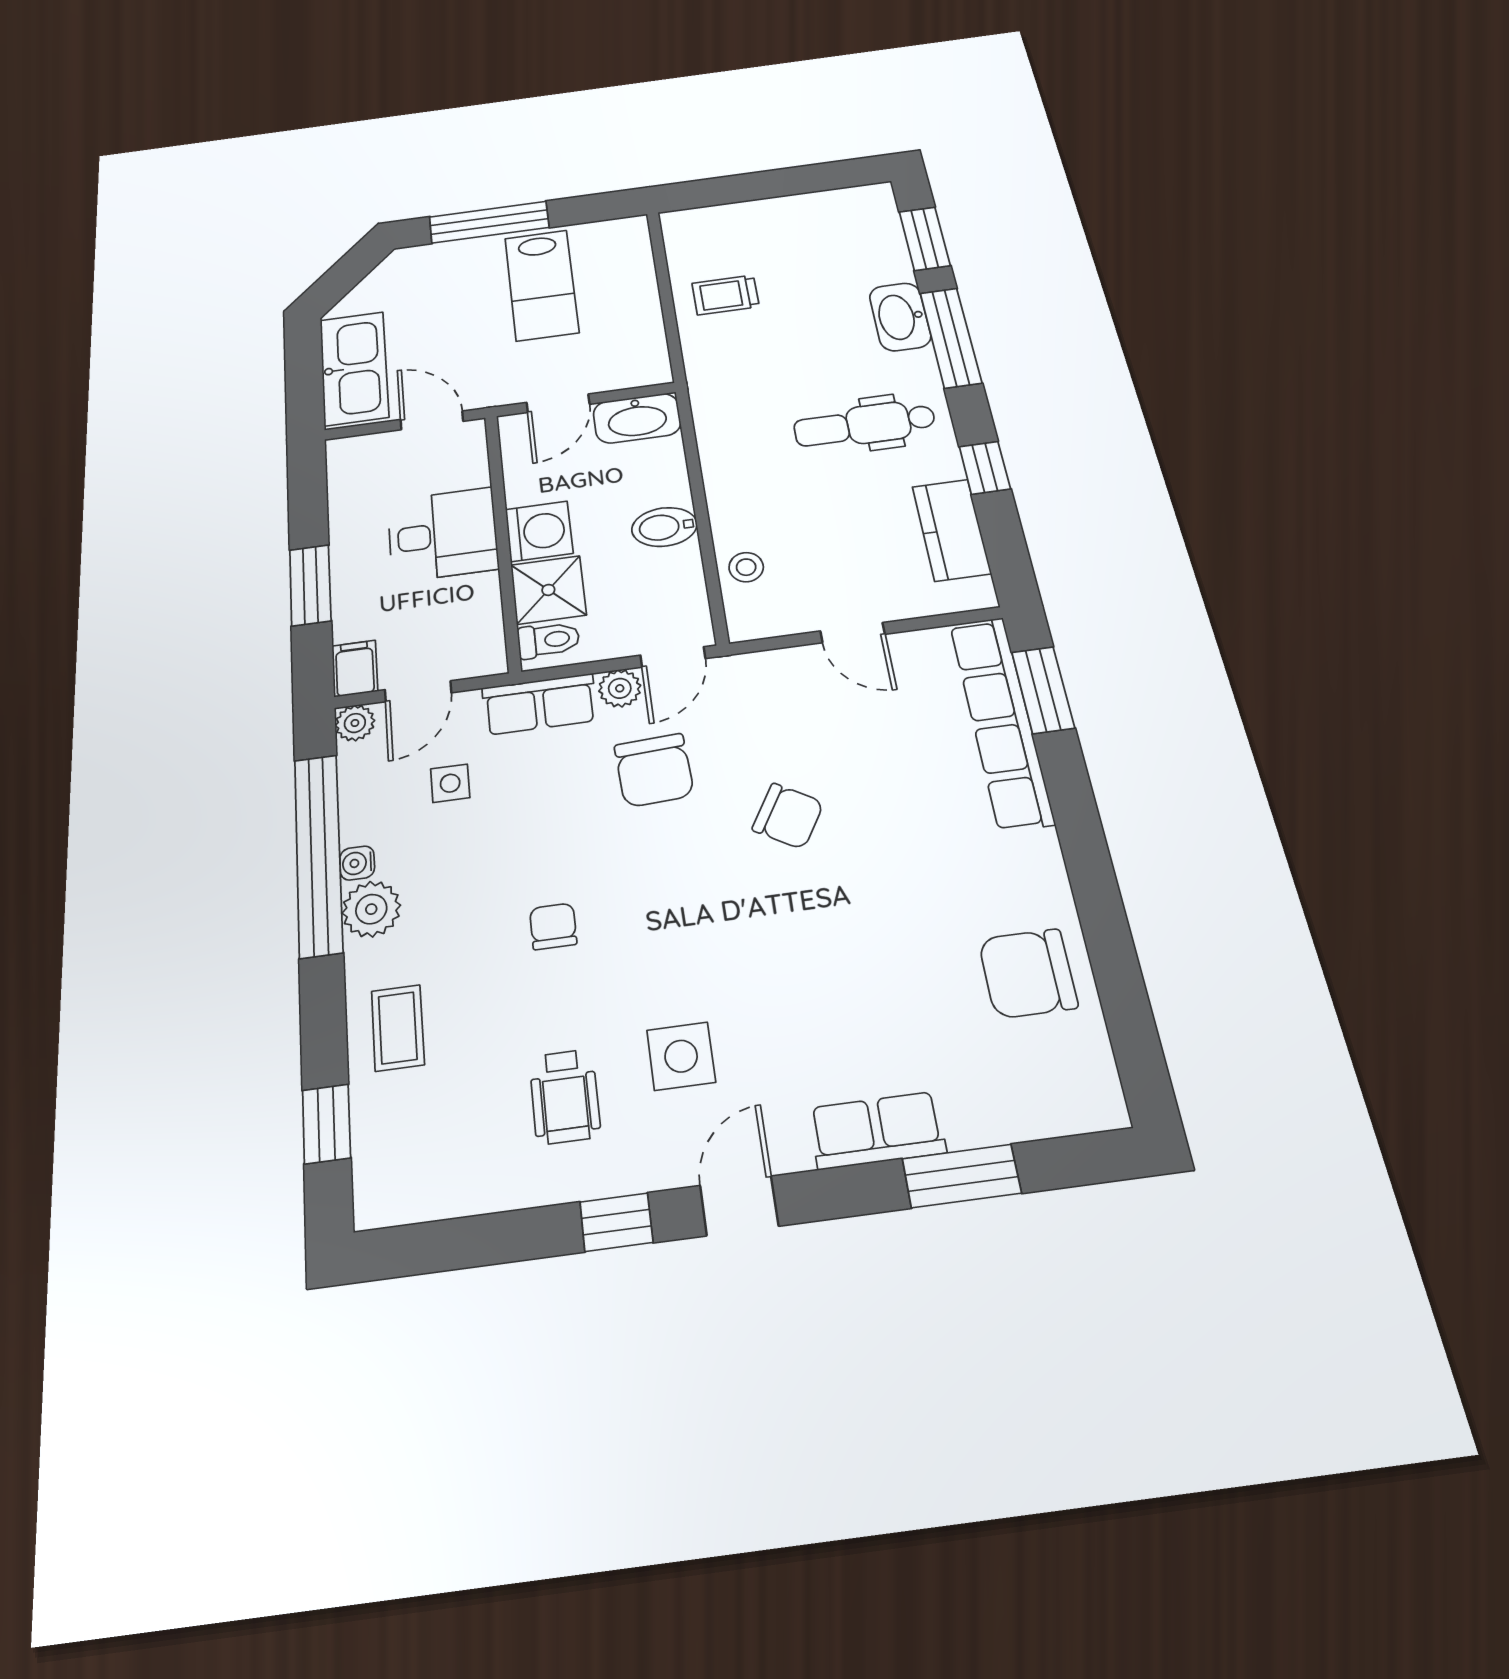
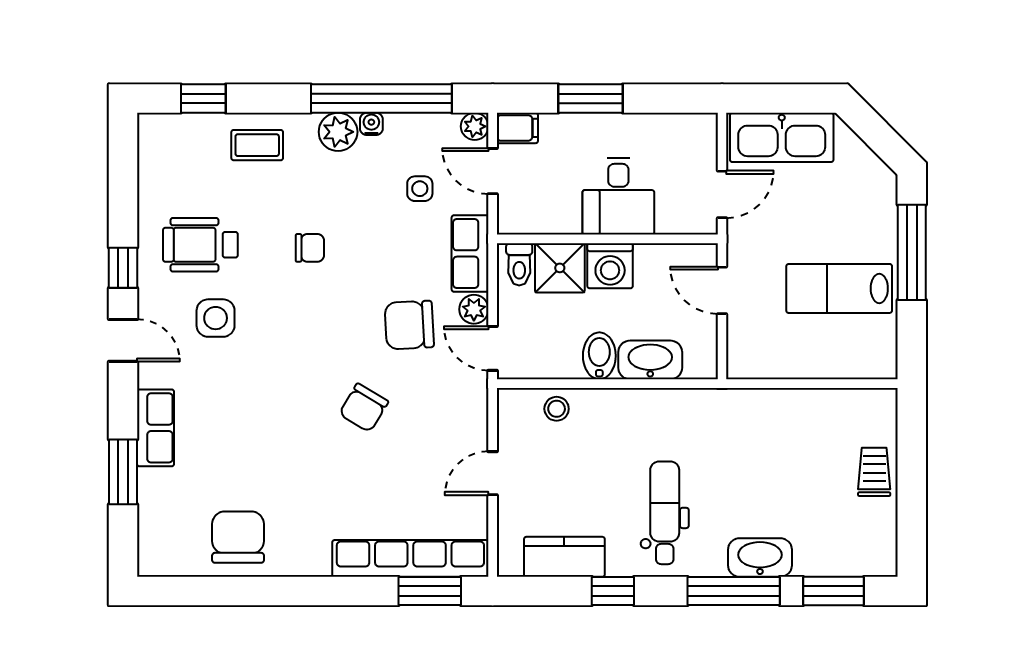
trolley: (726, 295) -> (874, 472), moved
washbasin: (637, 418) -> (650, 360), moved, turned 90
wheelchair: (565, 1097) -> (200, 245), width x1.36, depth x1.37

